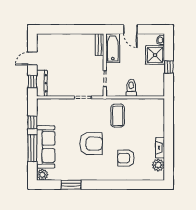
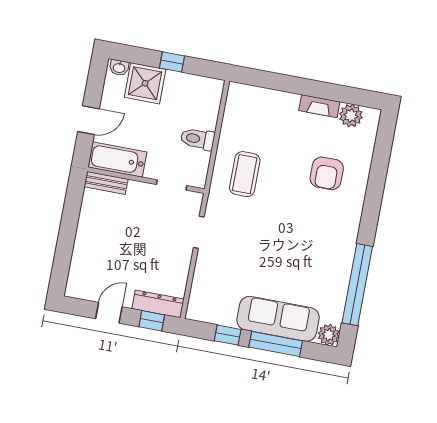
door: (32, 59) -> (109, 313), swing flipped
coffee table: (118, 116) -> (245, 174), turned 90
armchair: (91, 144) -> (288, 233), removed
window: (71, 185) -> (357, 285), width x2.11

